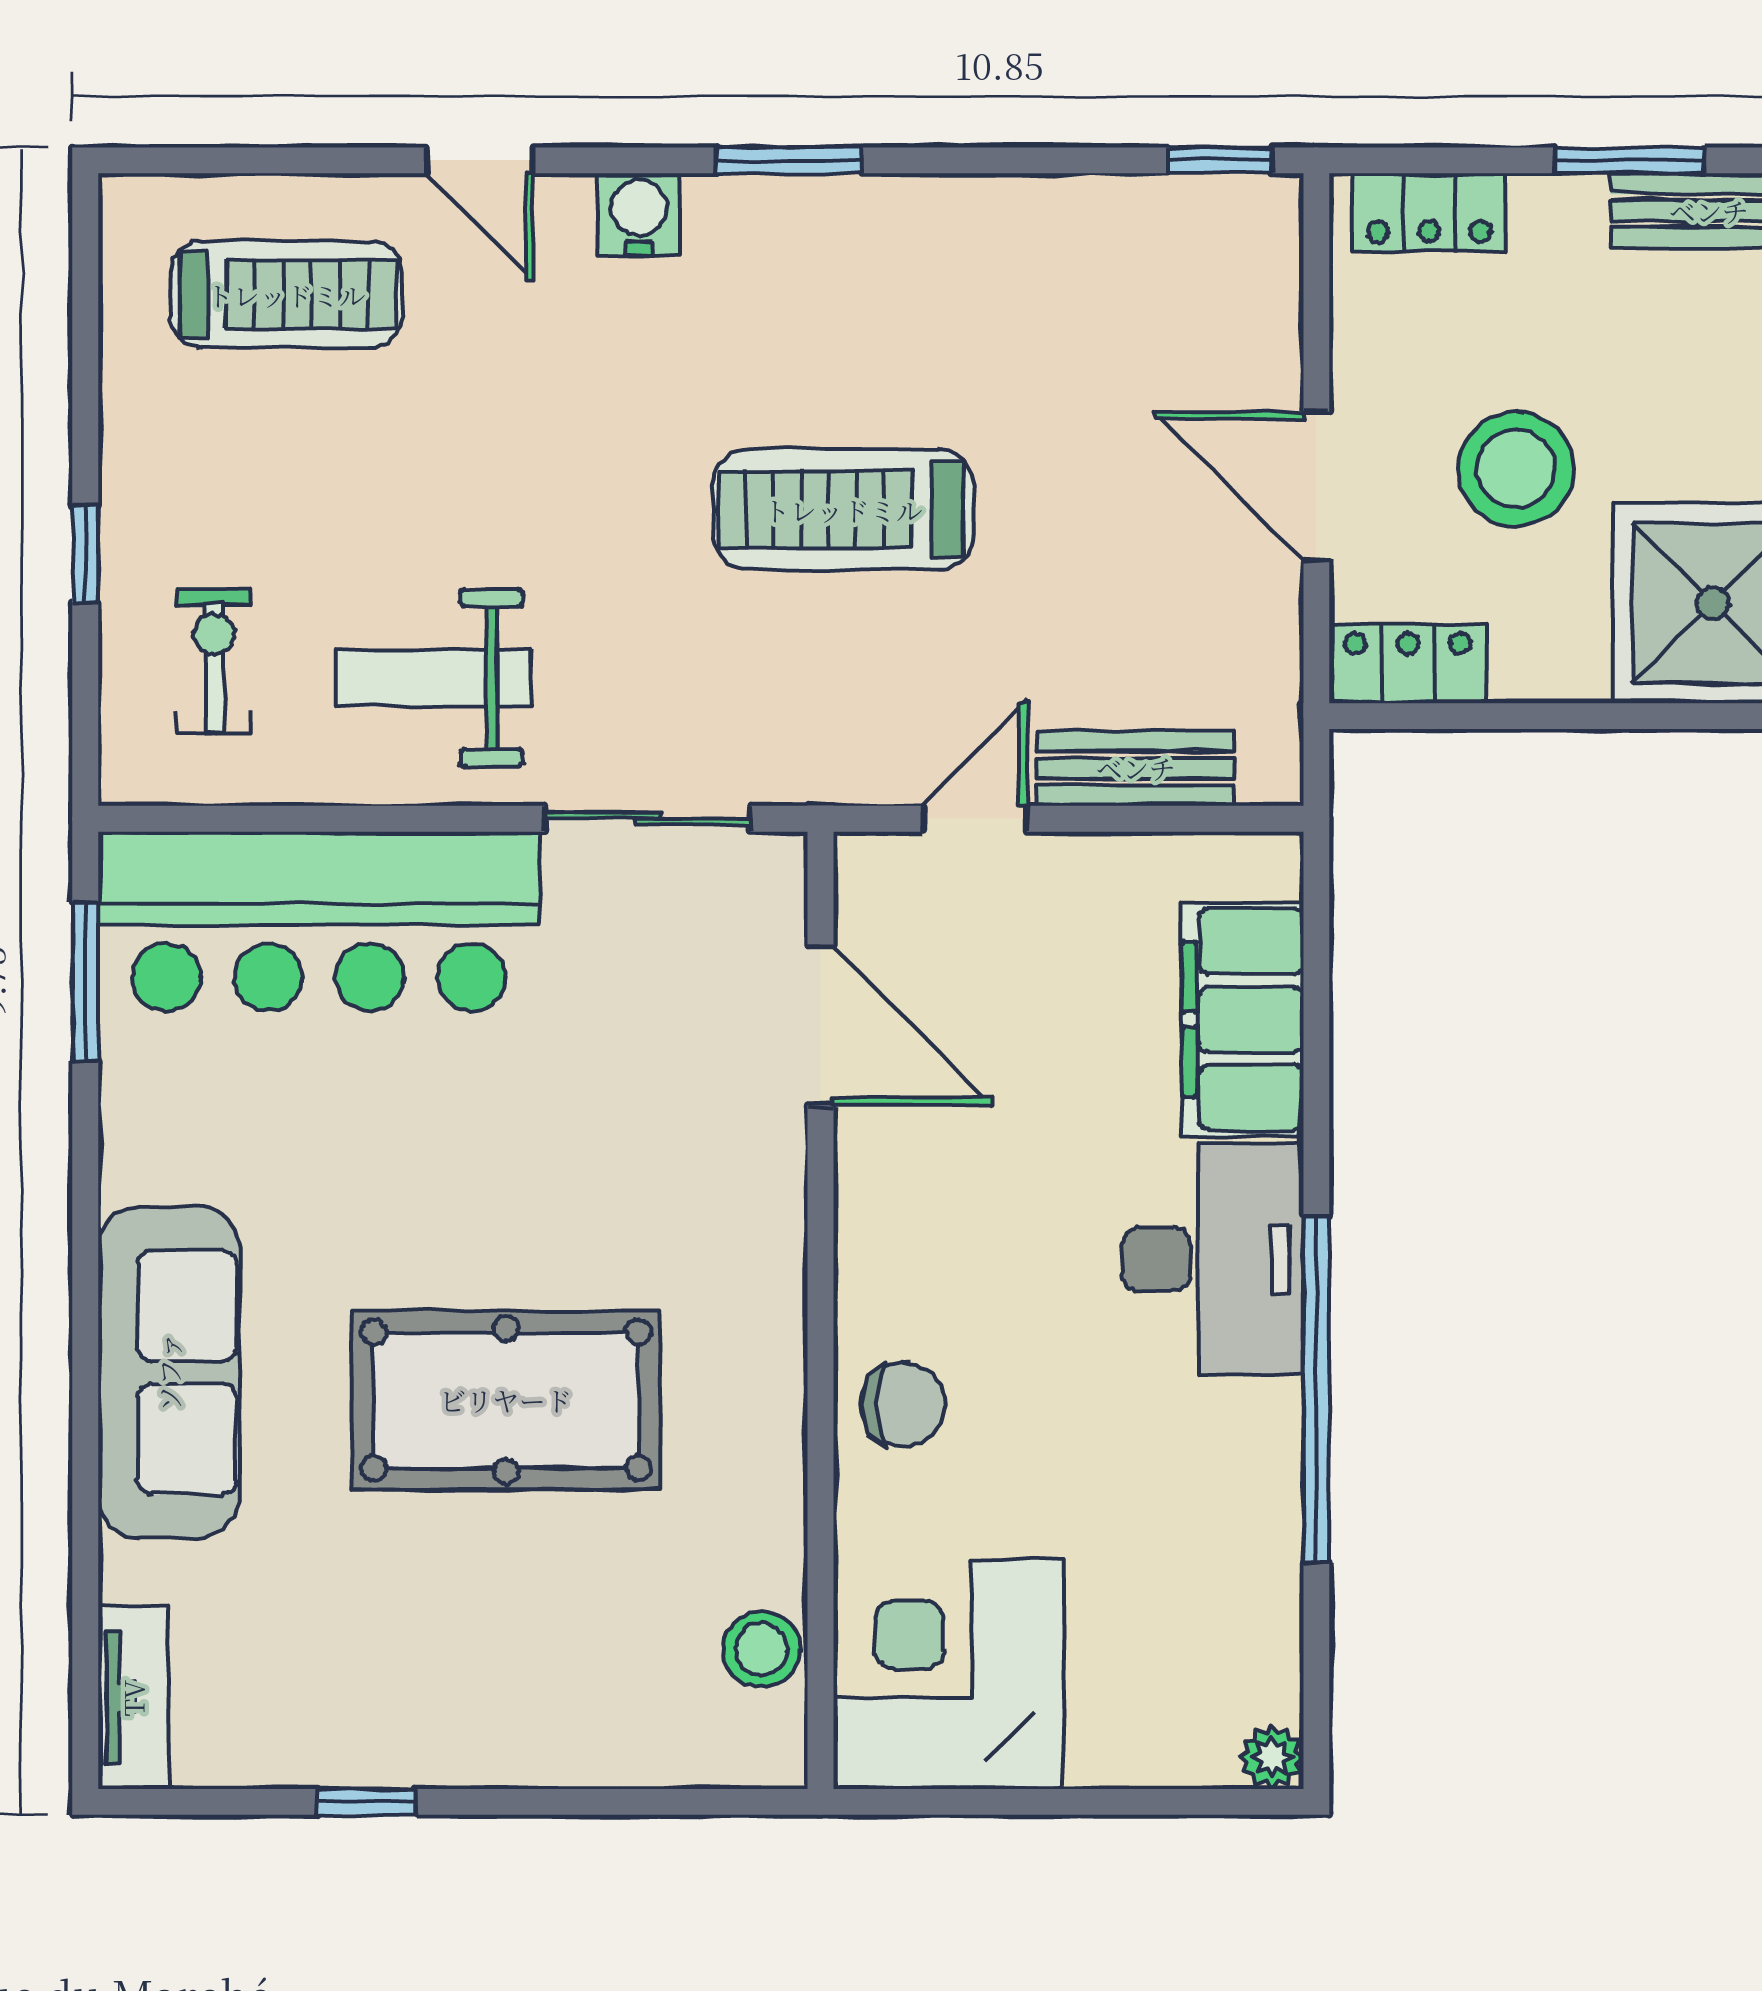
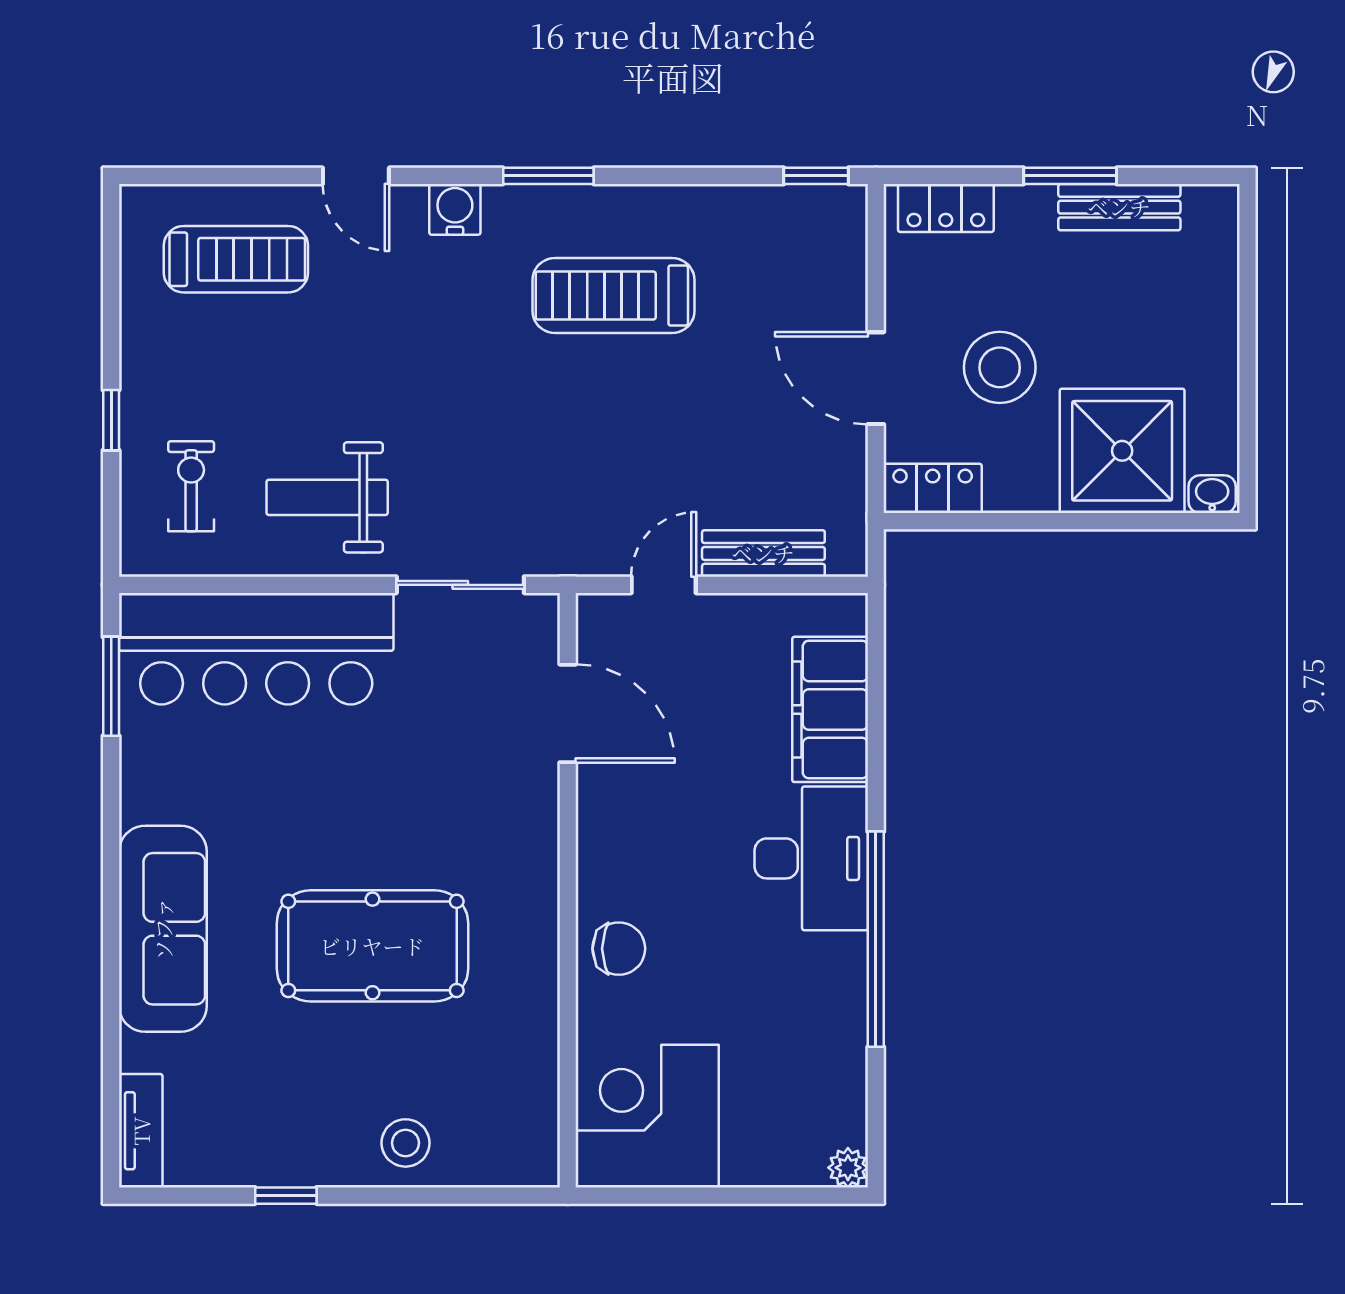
treadmill: (843, 510) -> (613, 296), moved
stool: (761, 1649) -> (406, 1143), moved

